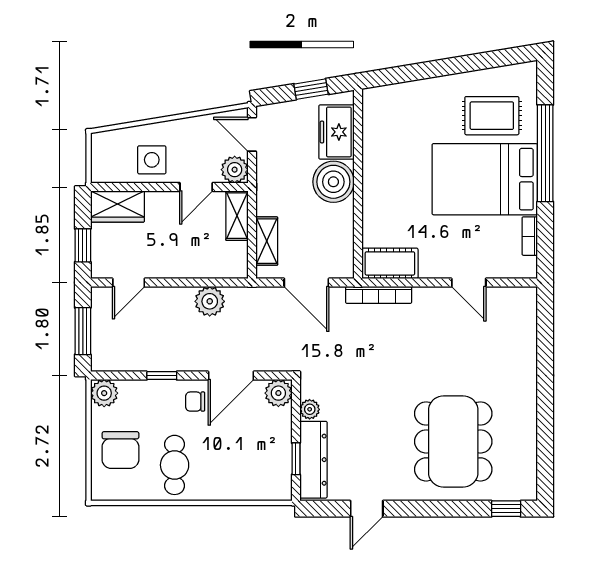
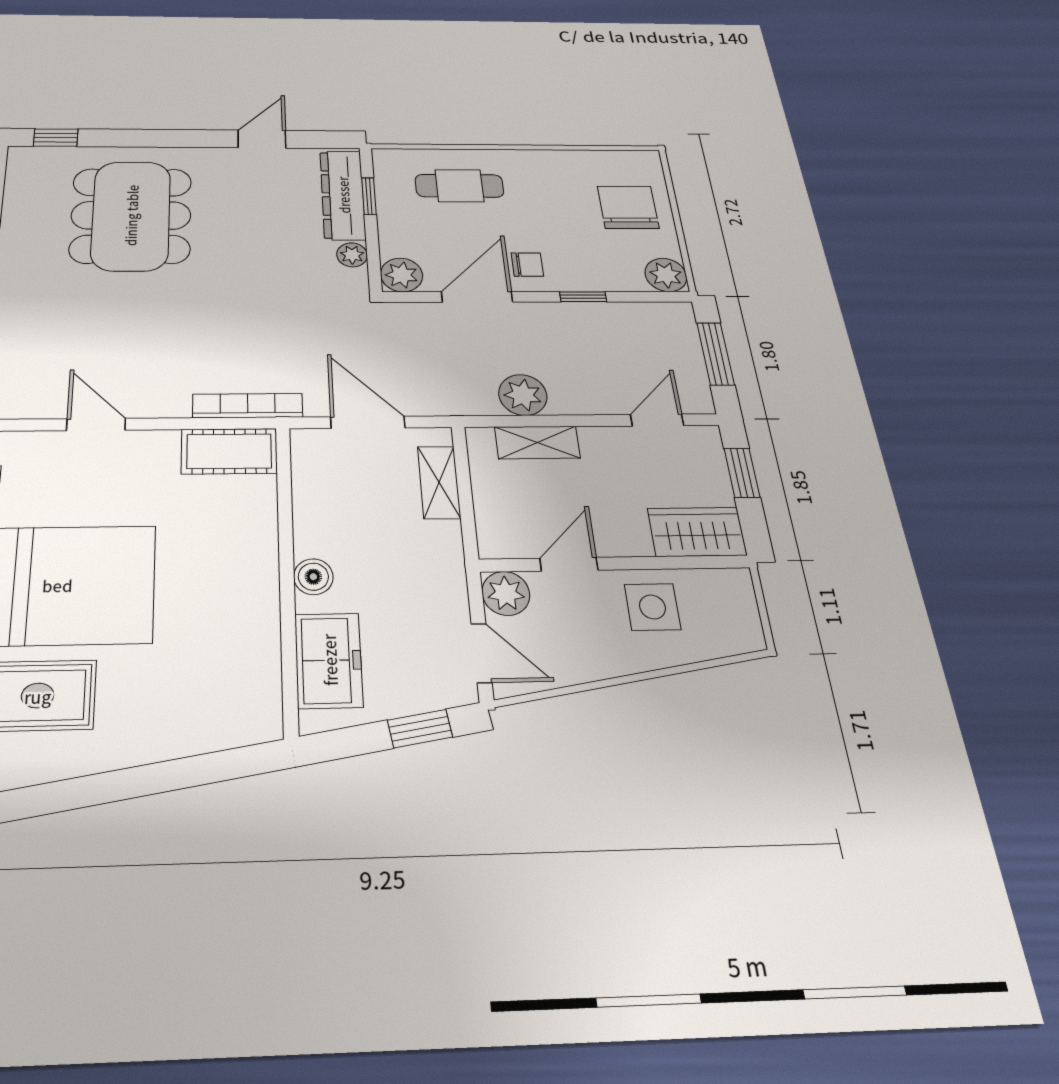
window: (311, 89) -> (420, 729), moved
boiler: (333, 182) -> (313, 577), width x0.54, depth x0.54
shelving: (237, 216) -> (537, 442), moved, turned 90
cafe table: (175, 465) -> (459, 186), moved, turned 90

